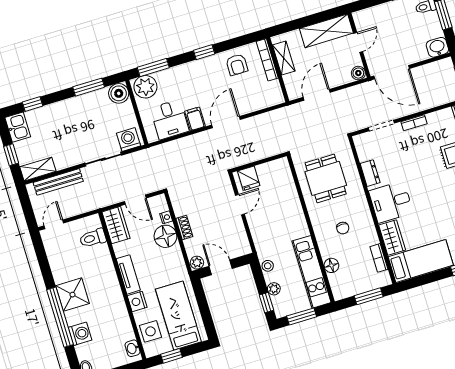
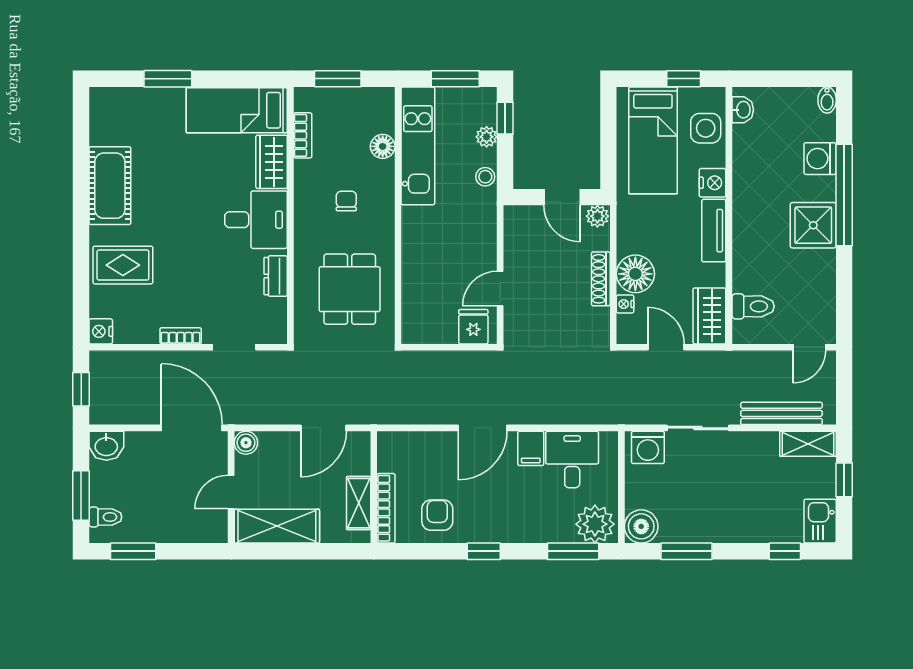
shoe rack: (184, 227) -> (601, 279), width x1.43

